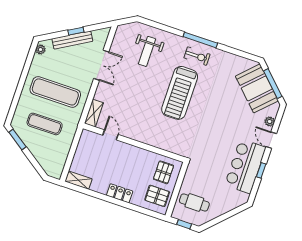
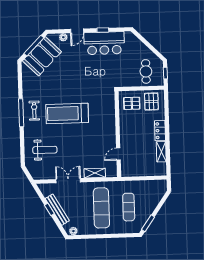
treadmill: (180, 93) -> (67, 113), turned 180
shelving: (94, 113) -> (95, 173), moved
shelving: (78, 180) -> (161, 152), moved

